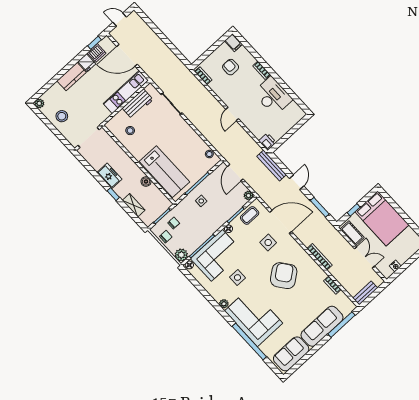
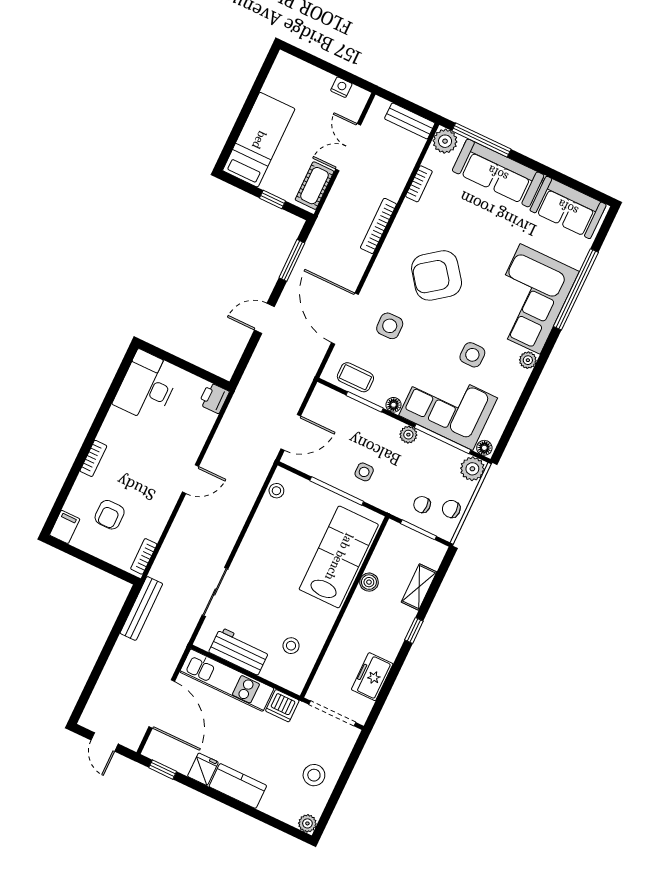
dishwasher: (97, 53) -> (282, 706), moved, turned 180
desk: (273, 96) -> (147, 386), moved
bench: (272, 166) -> (141, 608), moved
freezer: (109, 176) -> (372, 677), moved
plant: (248, 195) -> (408, 435), moved
bed: (382, 218) -> (259, 140), width x0.67
plant: (348, 306) -> (445, 141), added

